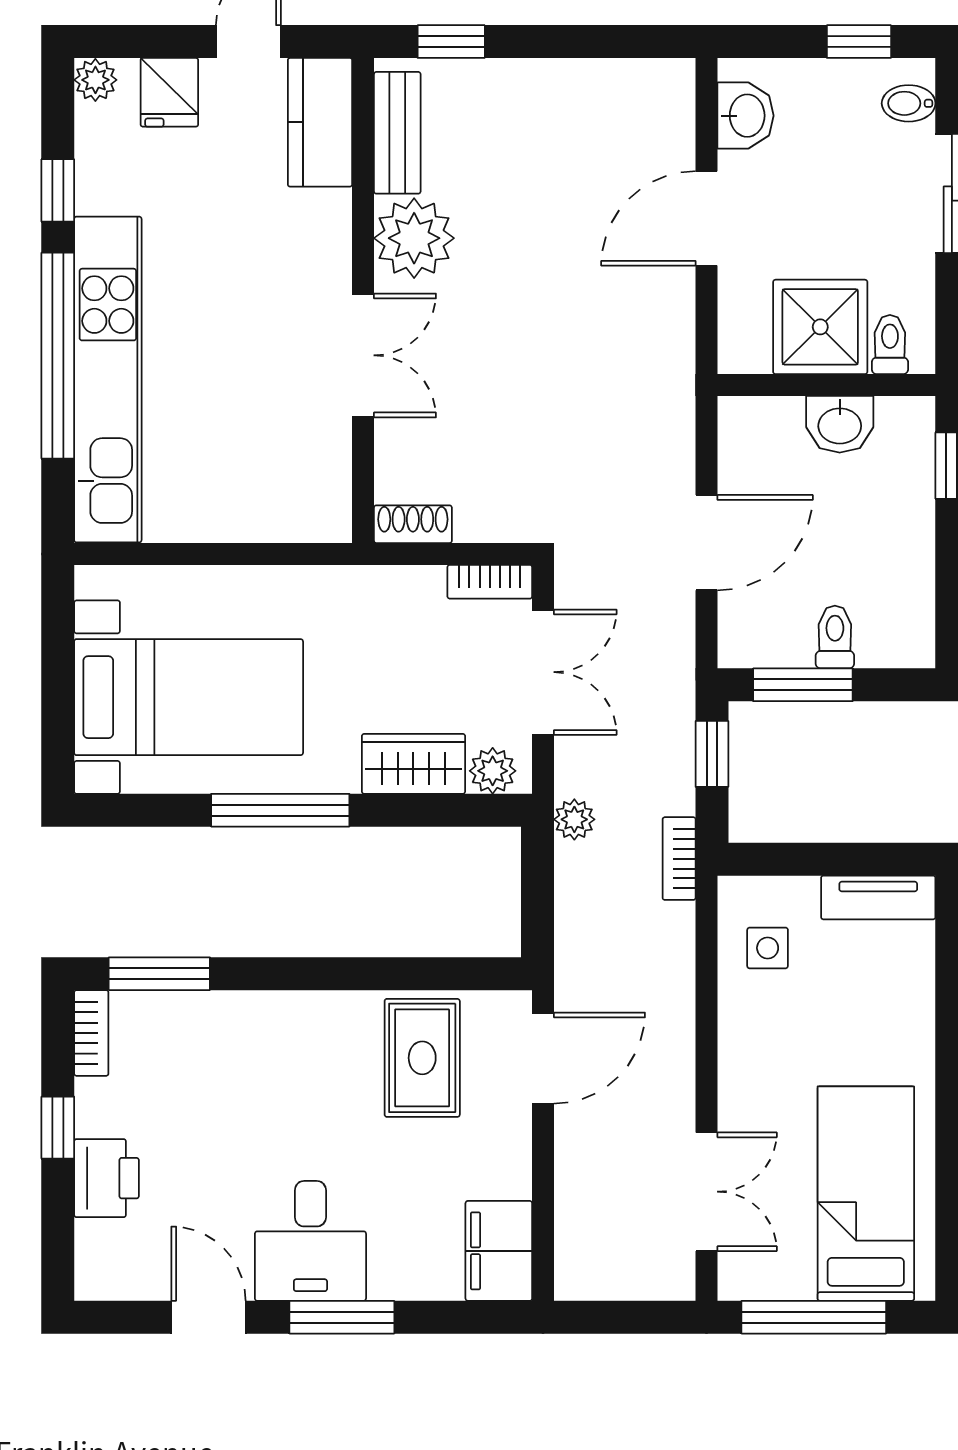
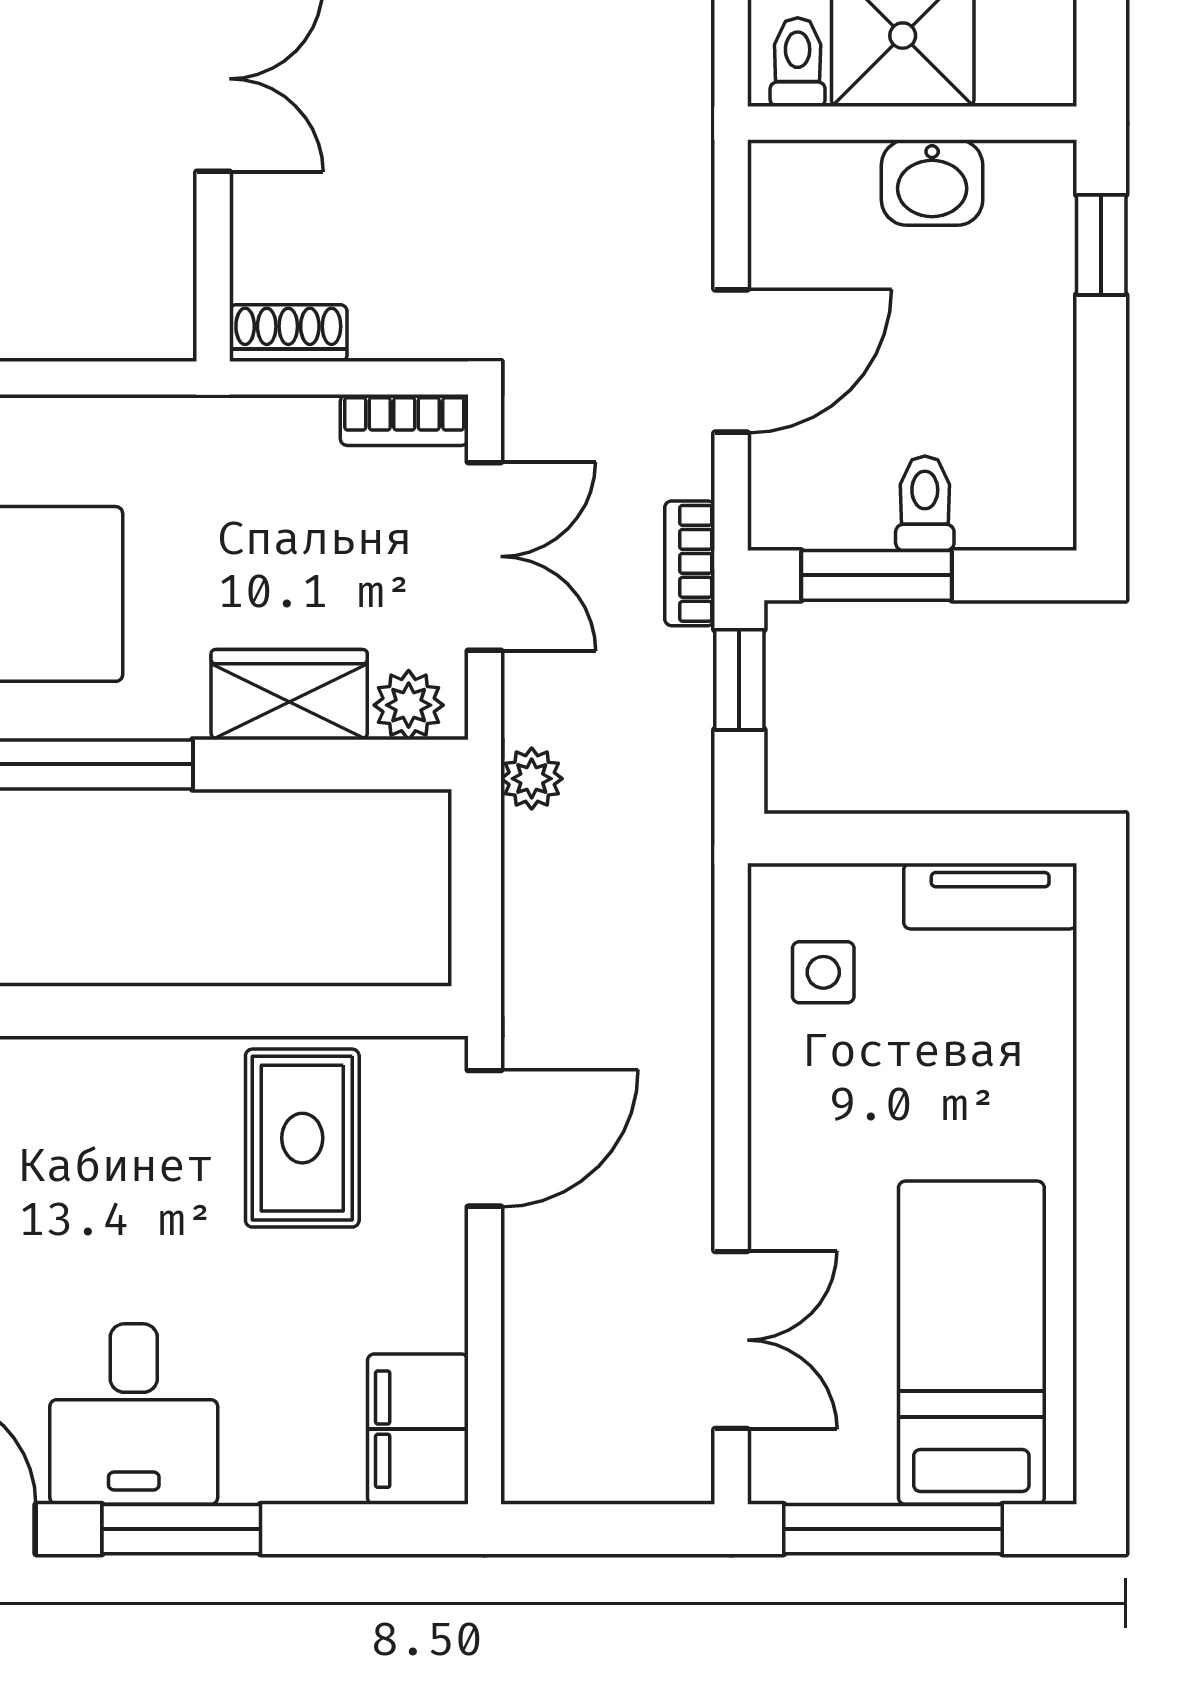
toilet: (890, 344) -> (798, 62), moved
bookcase: (679, 859) -> (690, 563), moved

